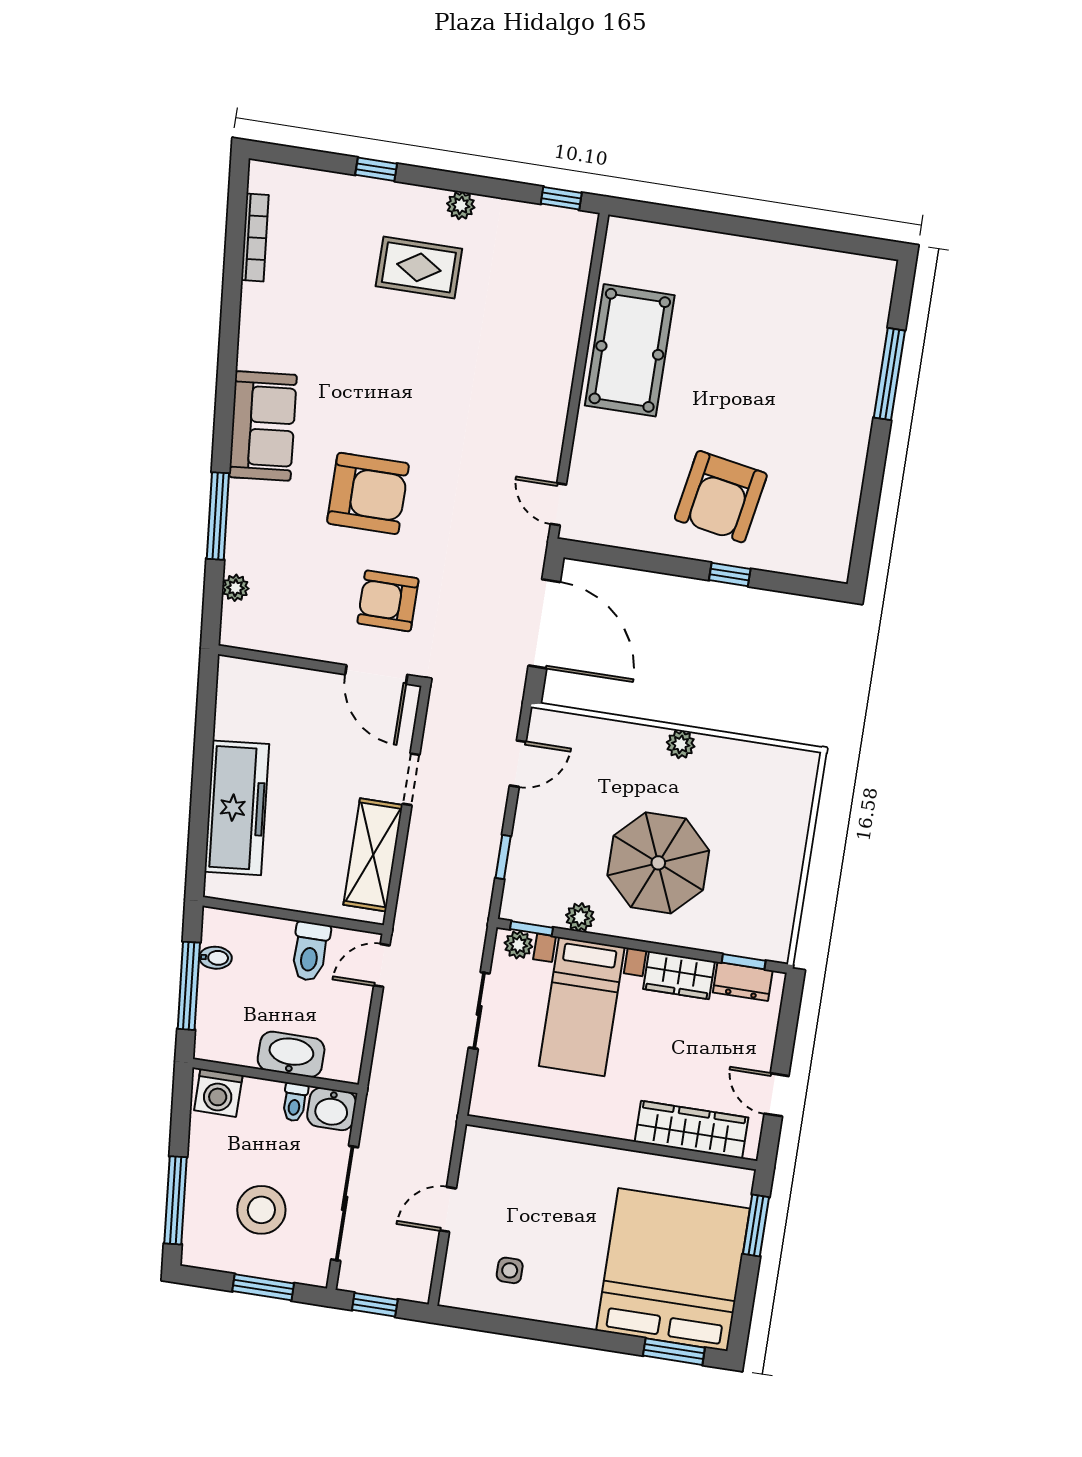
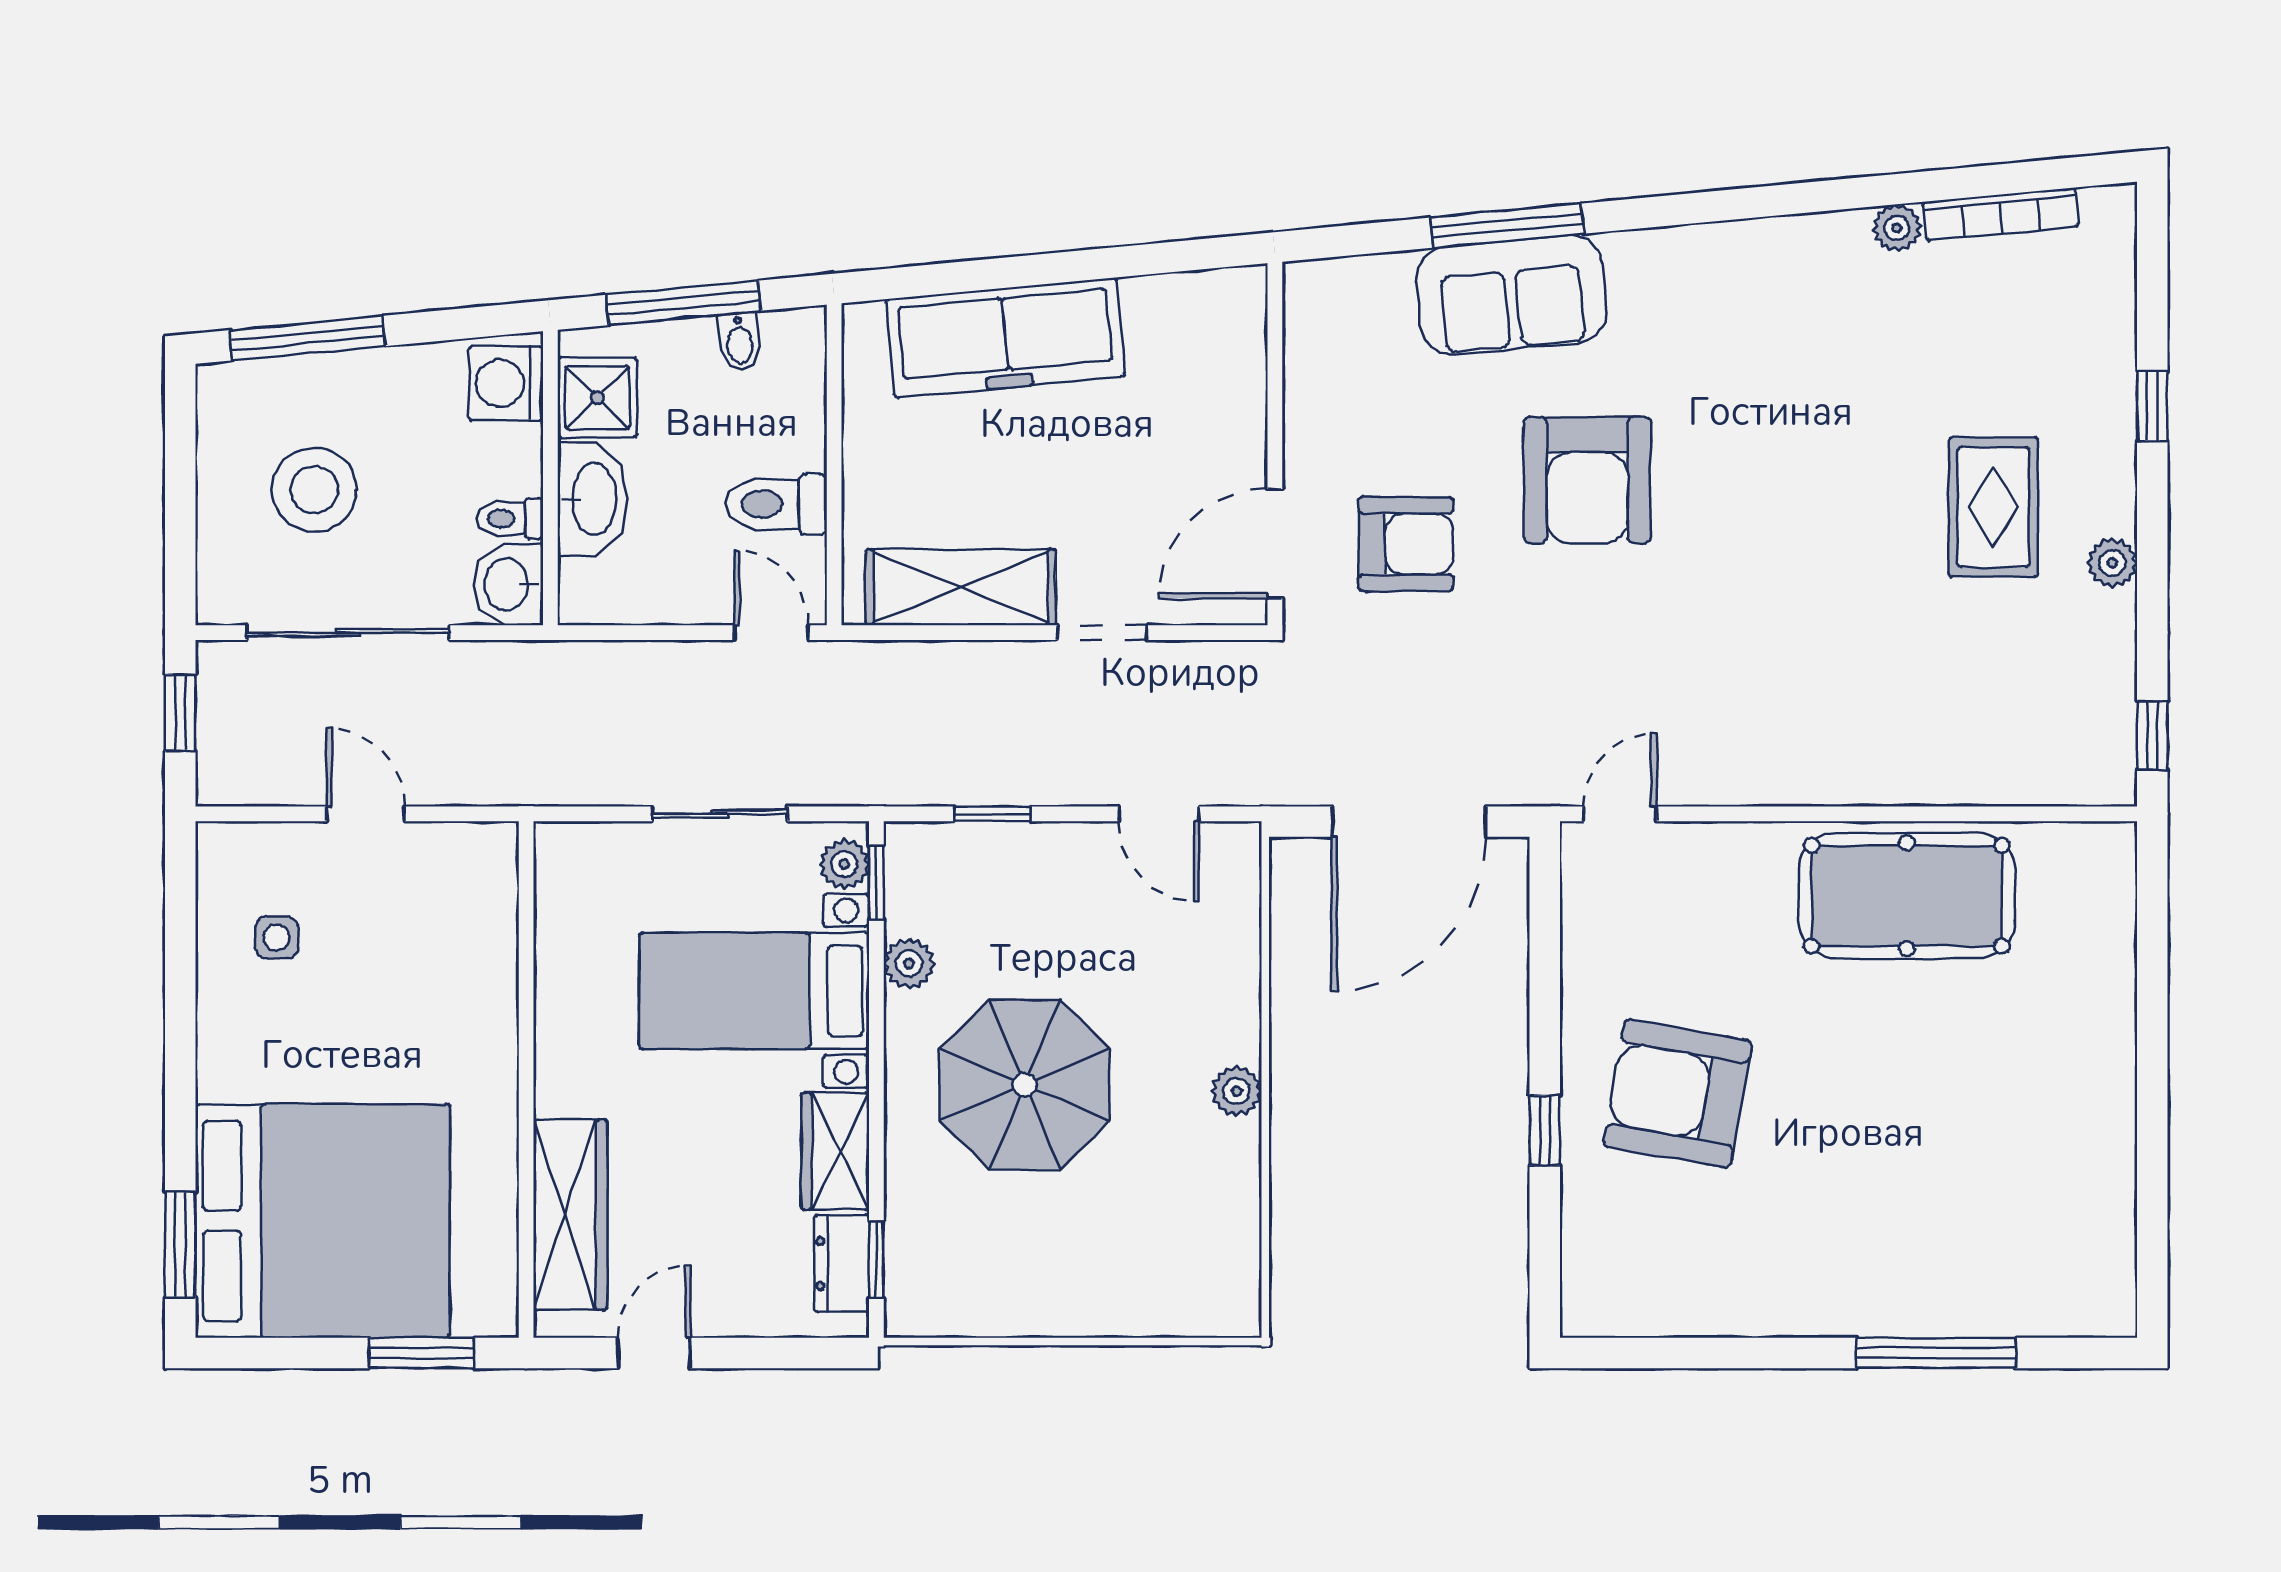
sofa: (263, 426) -> (1511, 295), moved
plant: (235, 588) -> (1897, 228), moved
armchair: (388, 601) -> (1406, 544), turned 90
shower: (235, 1043) -> (597, 398), added
window: (263, 1287) -> (180, 514), removed

